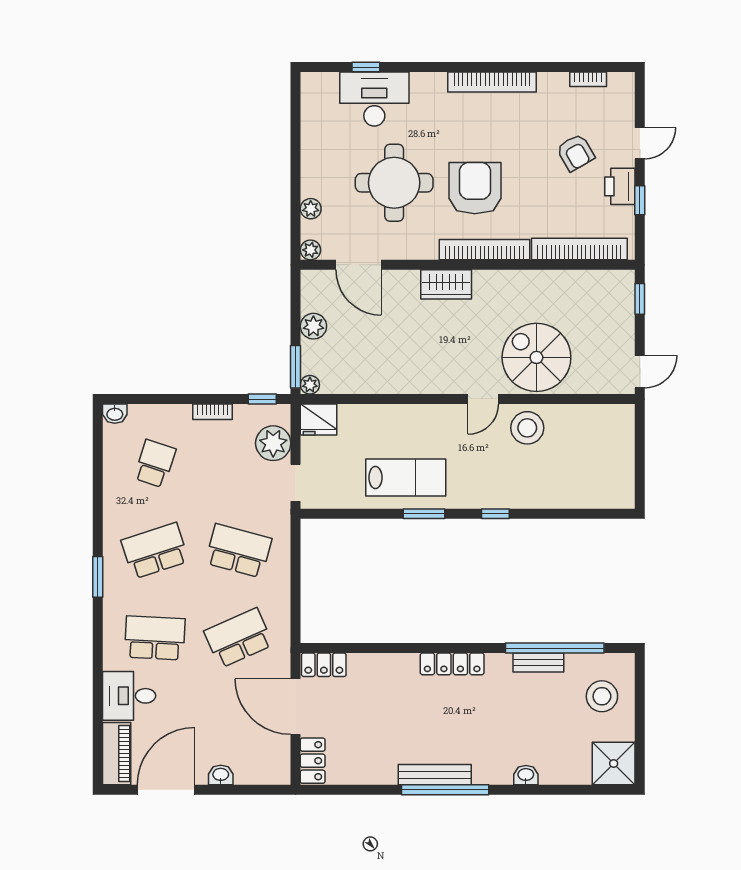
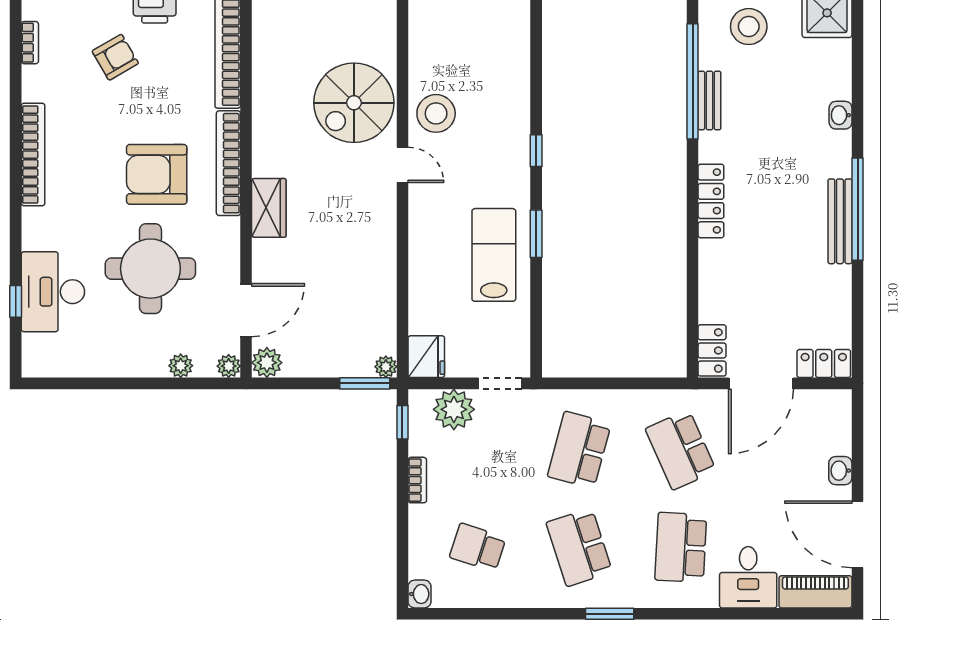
plant: (313, 326) -> (267, 363), moved

